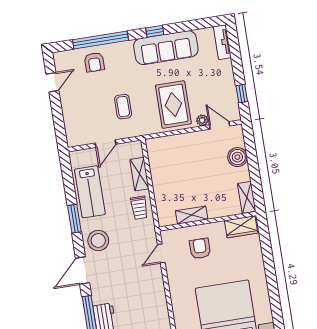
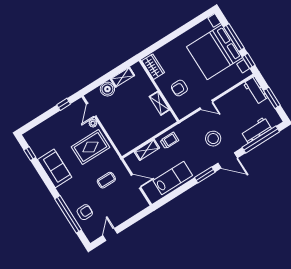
window: (155, 31) -> (30, 154), moved
tv unit: (222, 42) -> (35, 132), removed
sofa: (166, 48) -> (55, 168), width x0.73
door: (52, 82) -> (110, 234), hinge flipped
shelving: (247, 197) -> (123, 77), moved
window: (74, 219) -> (205, 175), moved
stool: (98, 240) -> (213, 139), moved
door: (161, 253) -> (206, 105), moved

